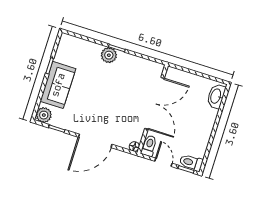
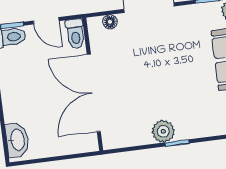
plant: (109, 55) -> (163, 131), moved
floor lamp: (134, 147) -> (110, 22), moved

